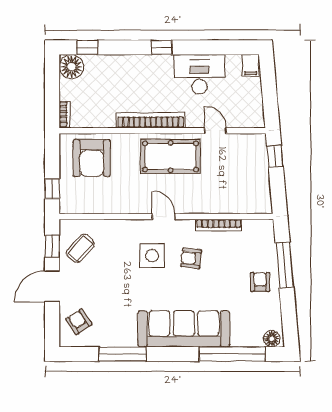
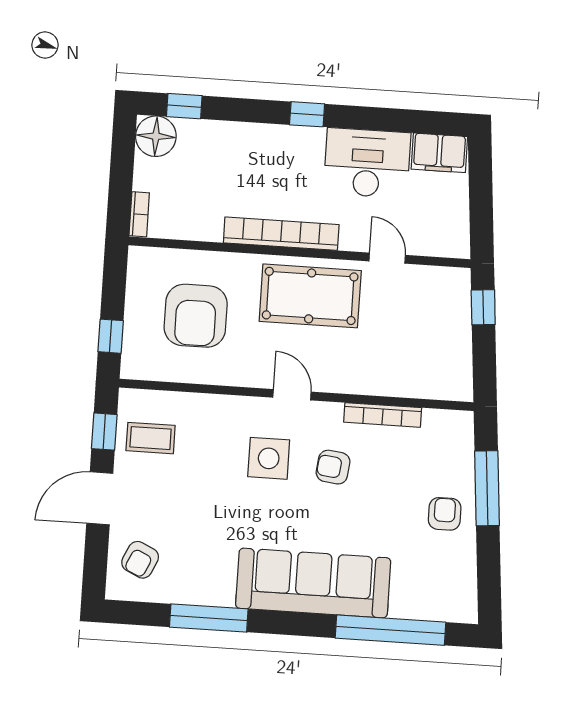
filing cabinet: (251, 65) -> (439, 153), width x2.00
armchair: (92, 158) -> (196, 316), moved
coffee table: (80, 248) -> (151, 438), turned 48
armchair: (79, 322) -> (140, 560), turned -122
floor lamp: (272, 339) -> (458, 609), removed

